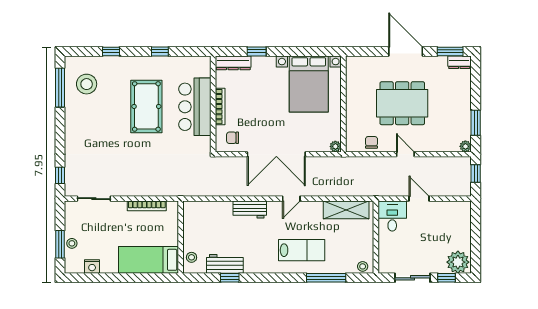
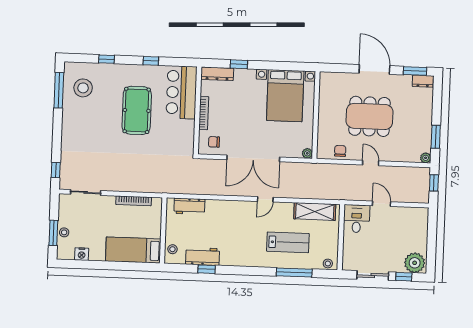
bar counter: (195, 107) -> (182, 92), moved
workbench: (250, 210) -> (189, 206), moved
lab bench: (302, 250) -> (288, 242), moved

